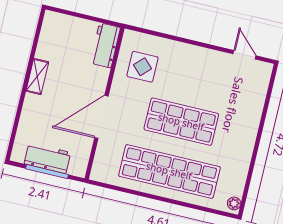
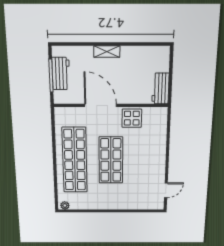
workbench: (105, 45) -> (160, 88), moved, turned -90
display table: (143, 67) -> (132, 118), moved
shelving: (37, 76) -> (107, 52), moved

